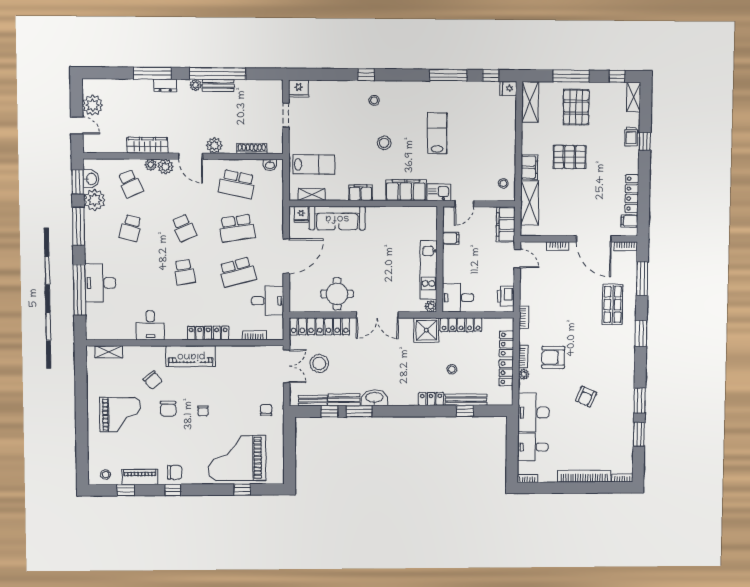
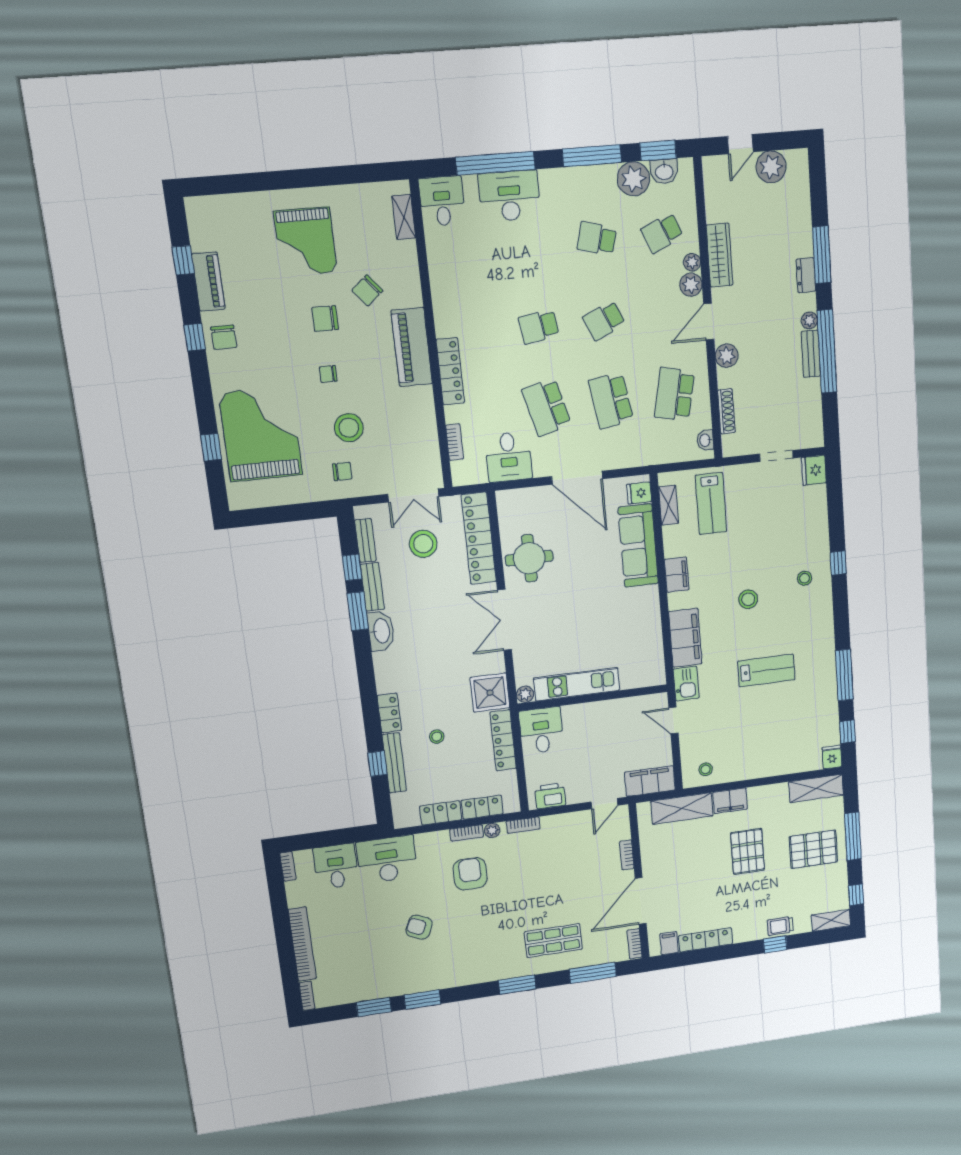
filing cabinet: (451, 238) -> (624, 709), removed
desk: (150, 325) -> (442, 201), moved, turned 90
plant: (524, 374) -> (492, 831), moved
stool: (106, 474) -> (349, 428), moved, width x1.89, depth x1.89

